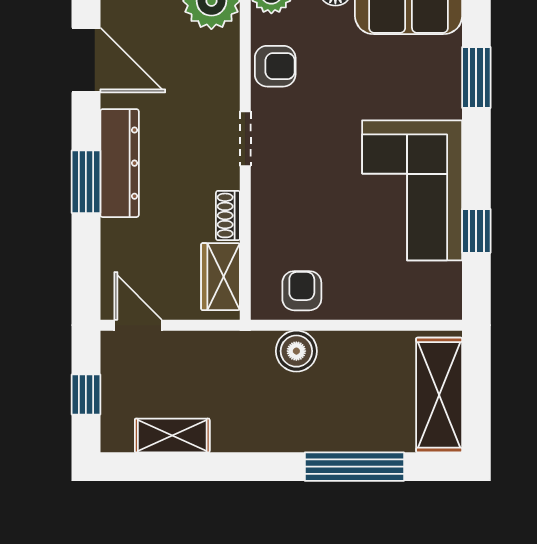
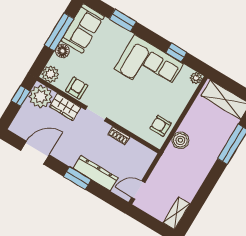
dresser: (120, 163) -> (96, 173), moved
wardrobe: (221, 277) -> (65, 107), moved
plant: (448, 305) -> (196, 78), added
window: (86, 394) -> (151, 223), removed
shelving: (172, 435) -> (177, 213), moved

